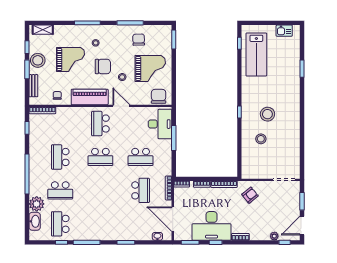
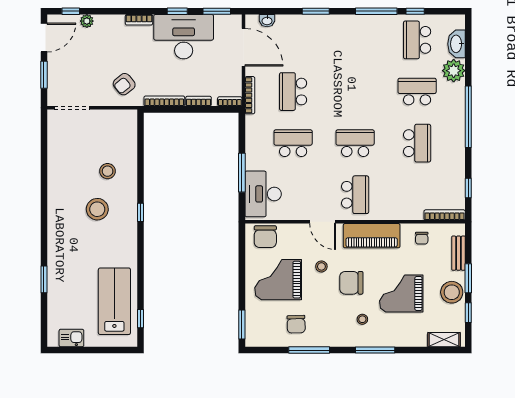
school desk: (60, 224) -> (417, 40), turned 180

